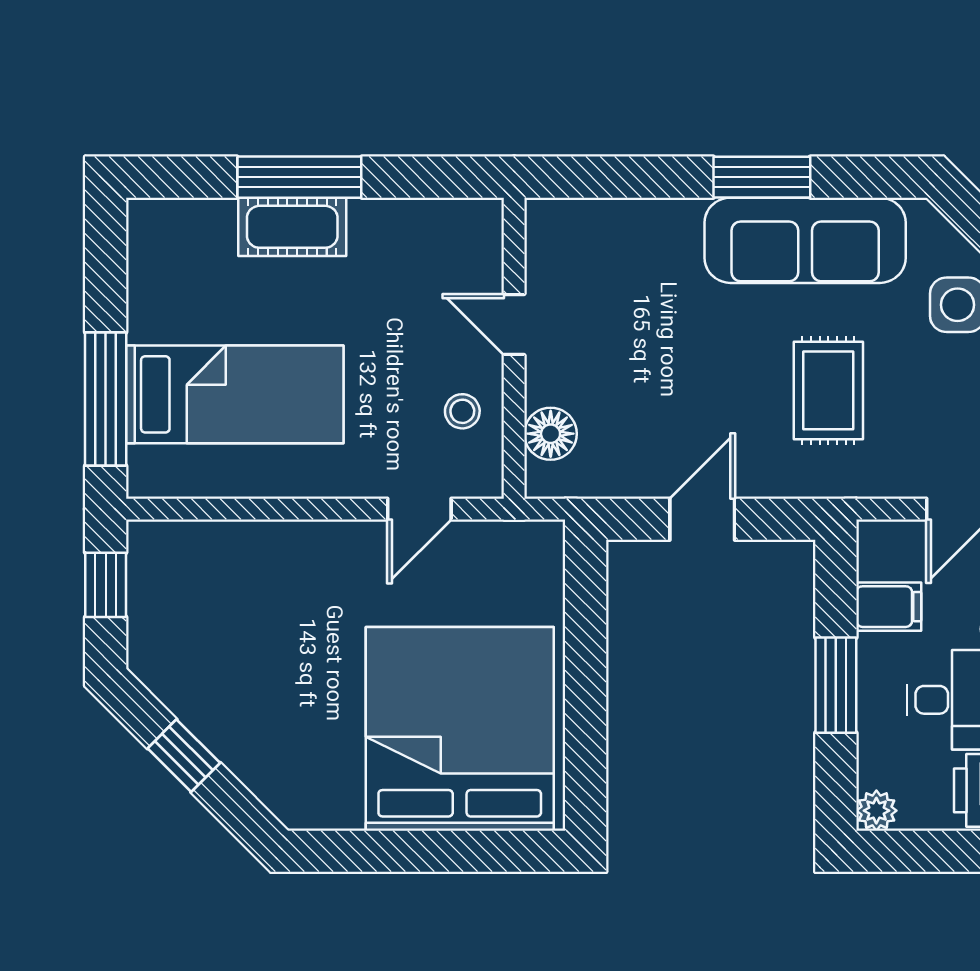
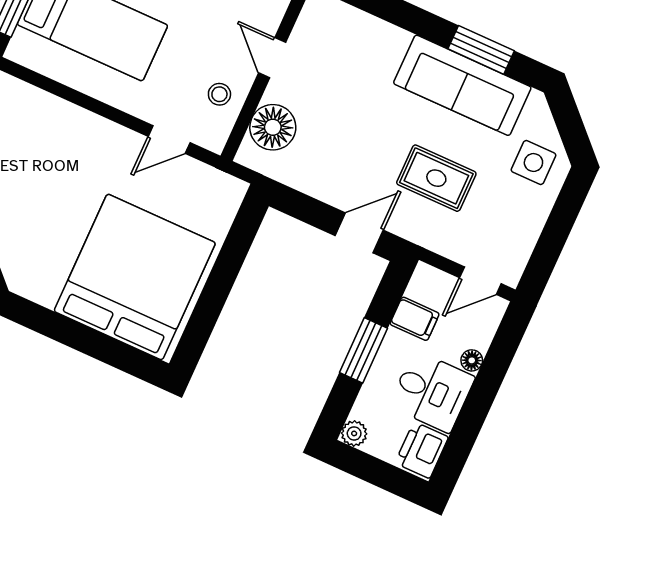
window: (762, 177) -> (481, 50), moved
rug: (828, 390) -> (436, 178), turned 90
floor lamp: (551, 434) -> (273, 127), width x1.38, depth x1.38
door: (702, 519) -> (359, 233), moved

